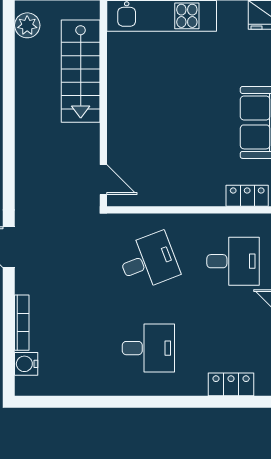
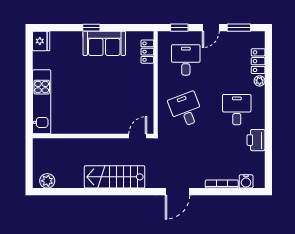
stairs: (81, 71) -> (115, 177), moved, turned 180
printer: (97, 381) -> (256, 140), added
plant: (198, 387) -> (260, 81), added

